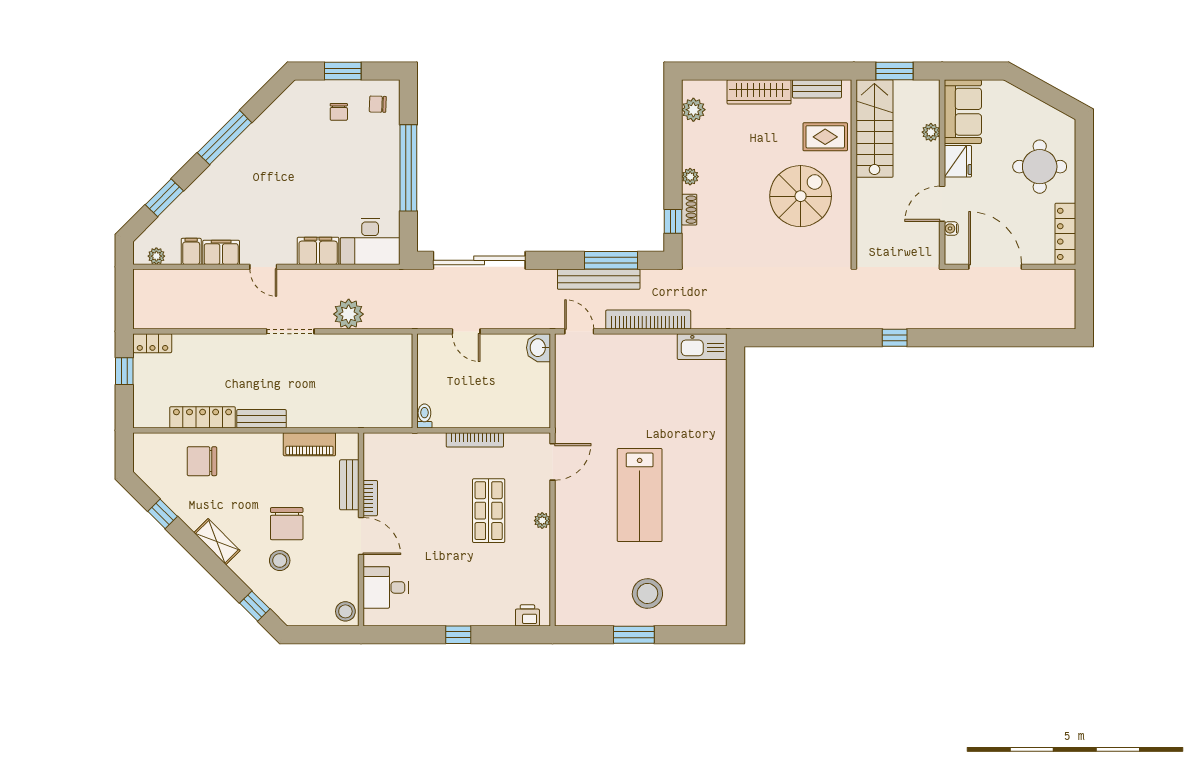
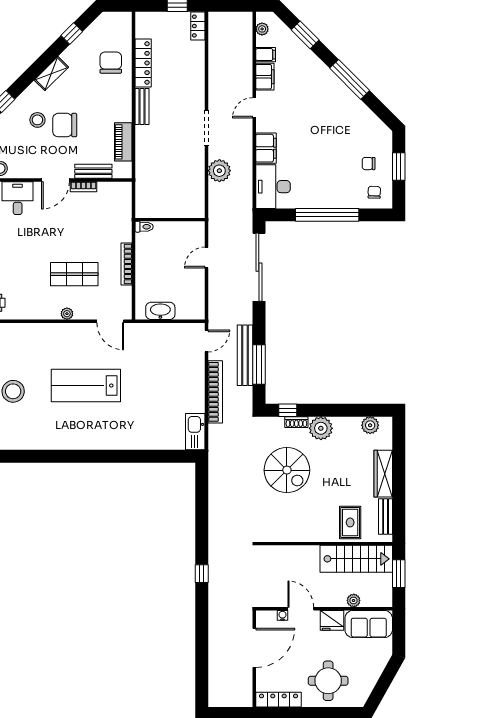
plant: (690, 177) -> (321, 428), width x1.88, depth x1.88
spiral stairs: (801, 196) -> (287, 470), moved
washbasin: (538, 348) -> (160, 311), moved, width x1.38

